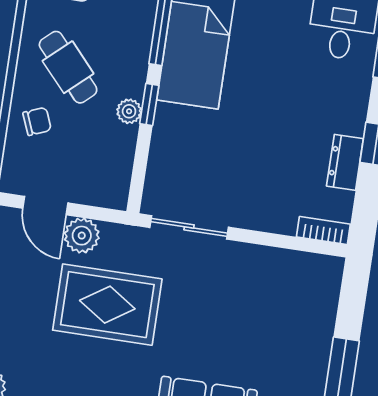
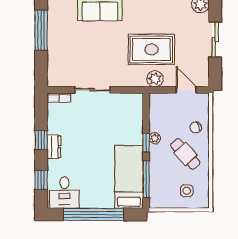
dresser: (345, 162) -> (54, 147), moved
sliding door: (189, 227) -> (92, 90), moved
plant: (82, 236) -> (155, 79), moved

